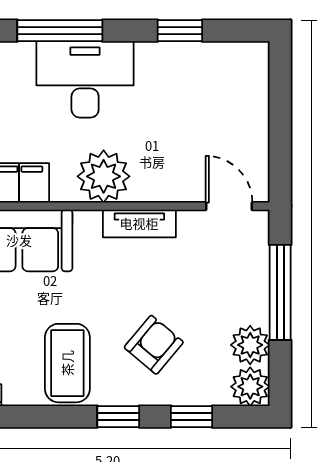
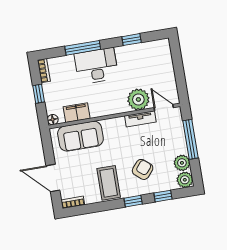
plant: (104, 176) -> (138, 99), moved
tv unit: (139, 223) -> (140, 119), moved

